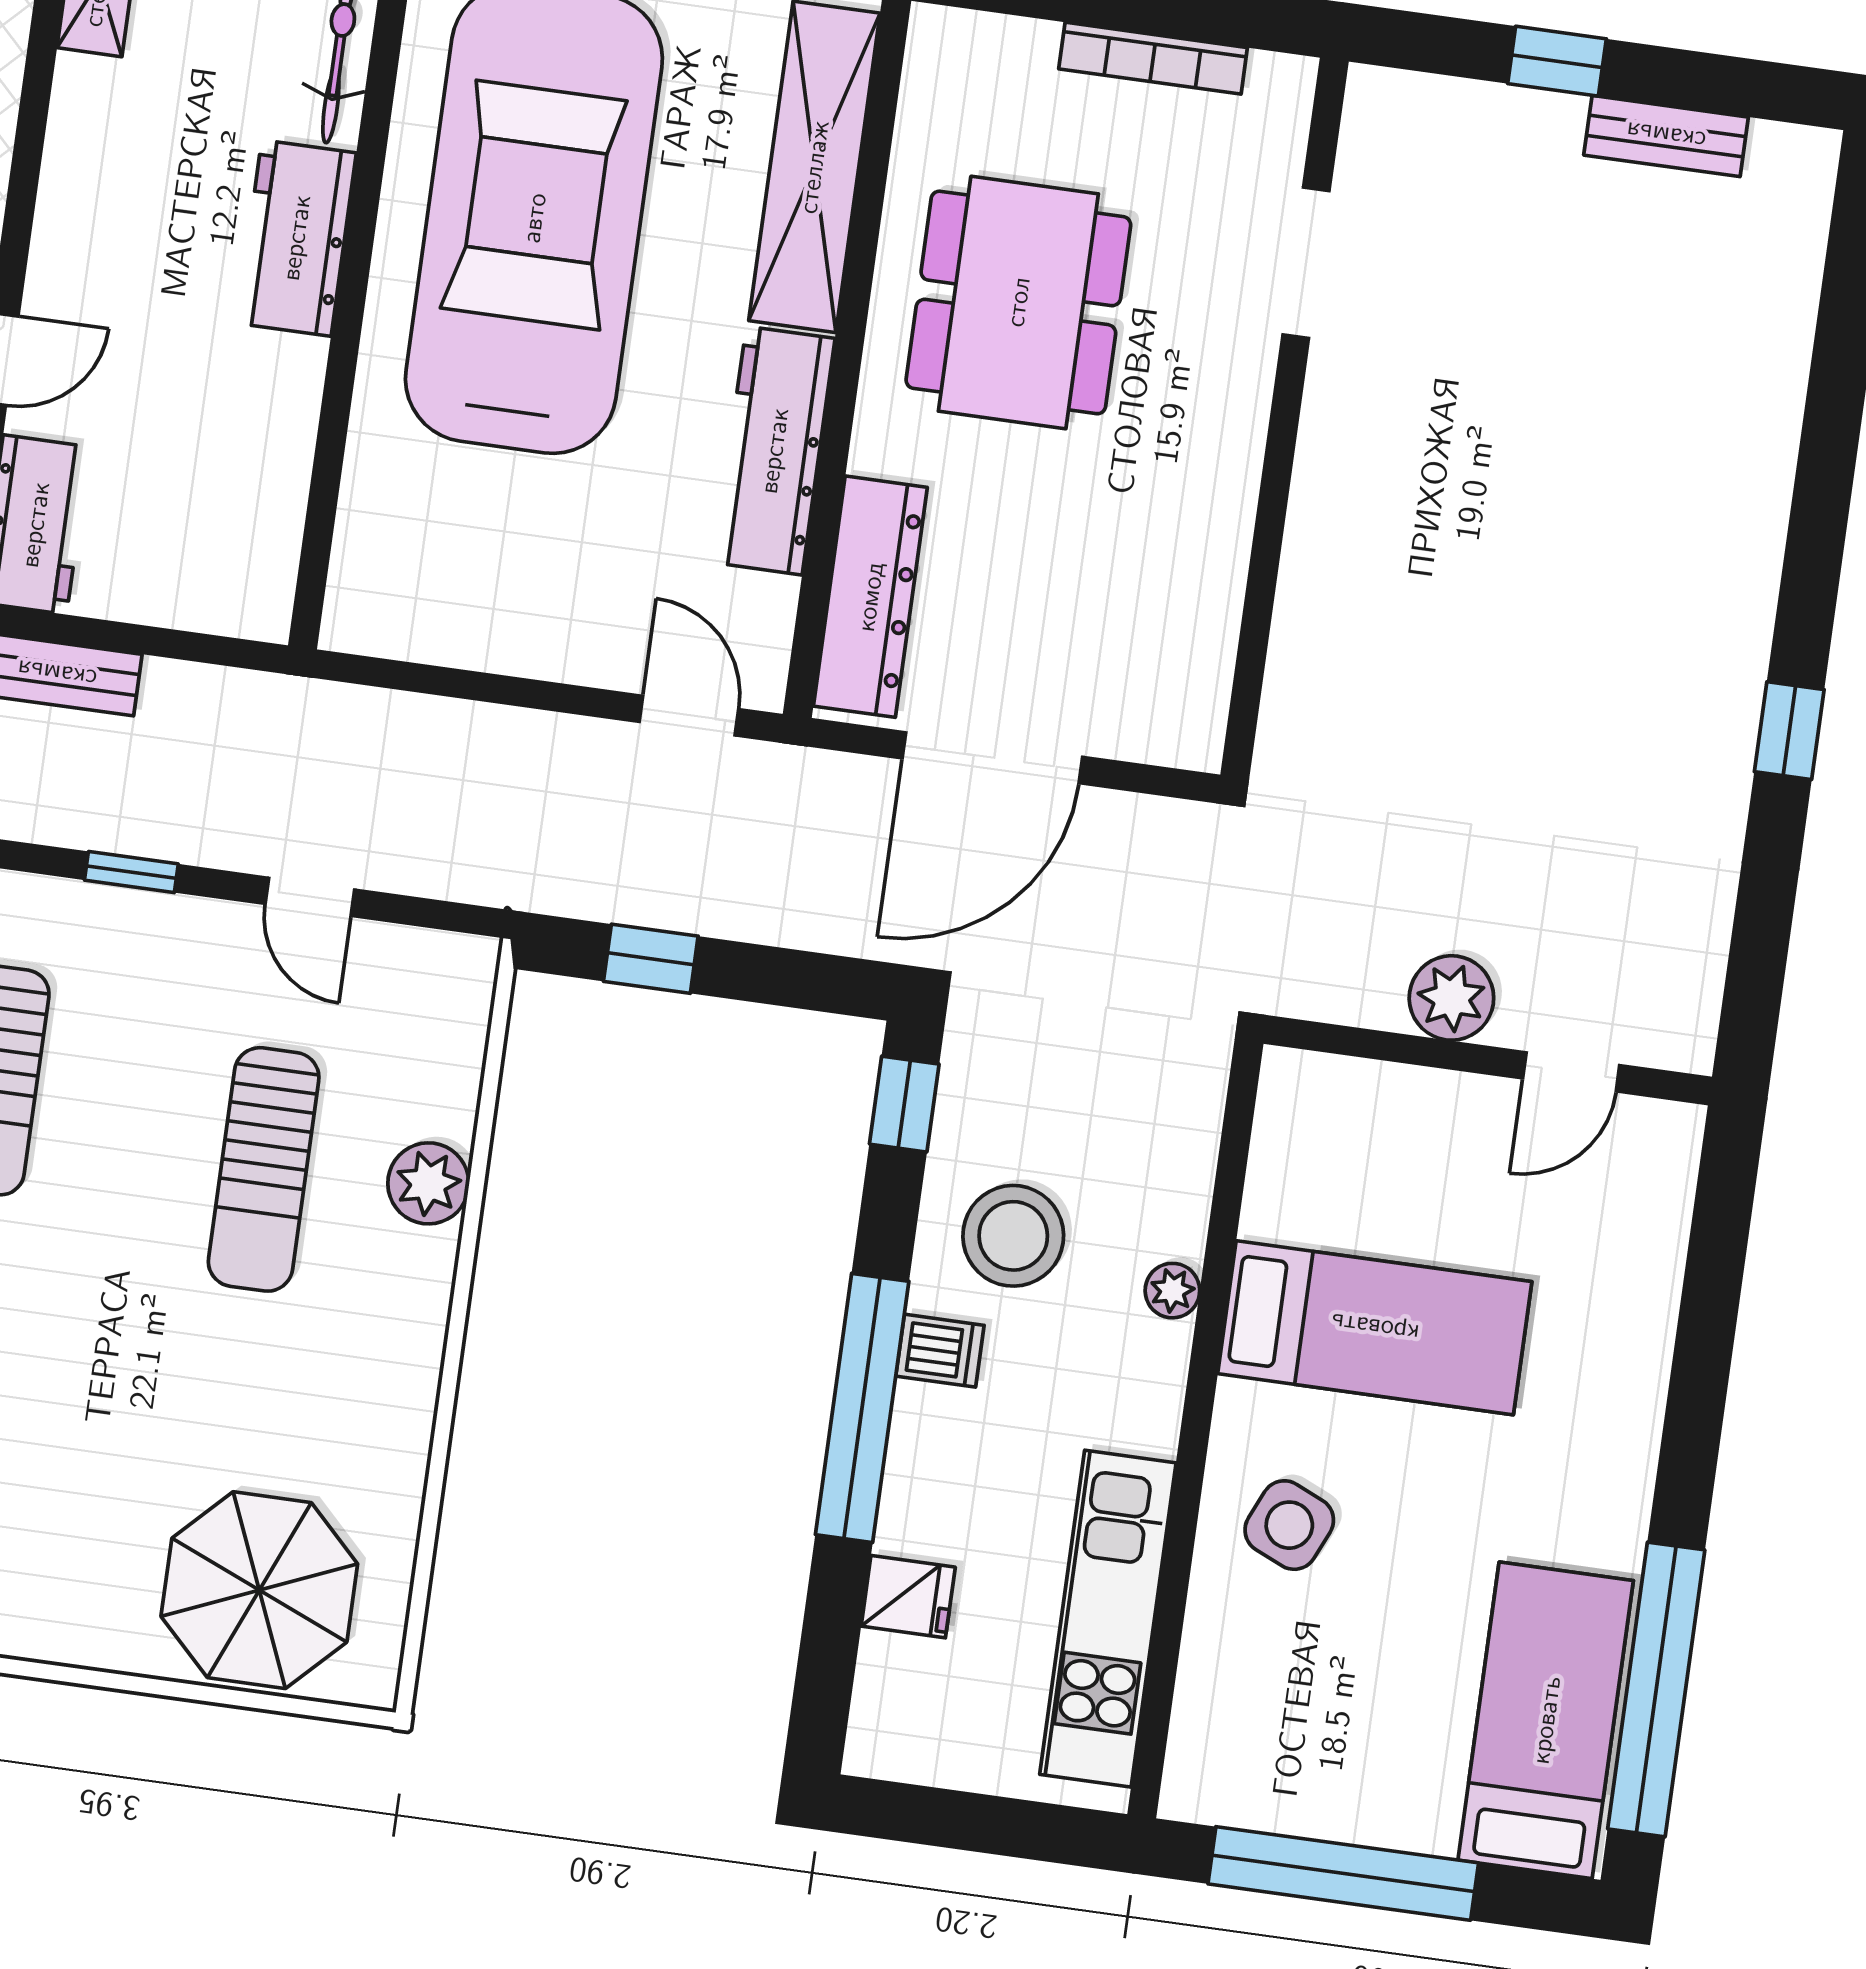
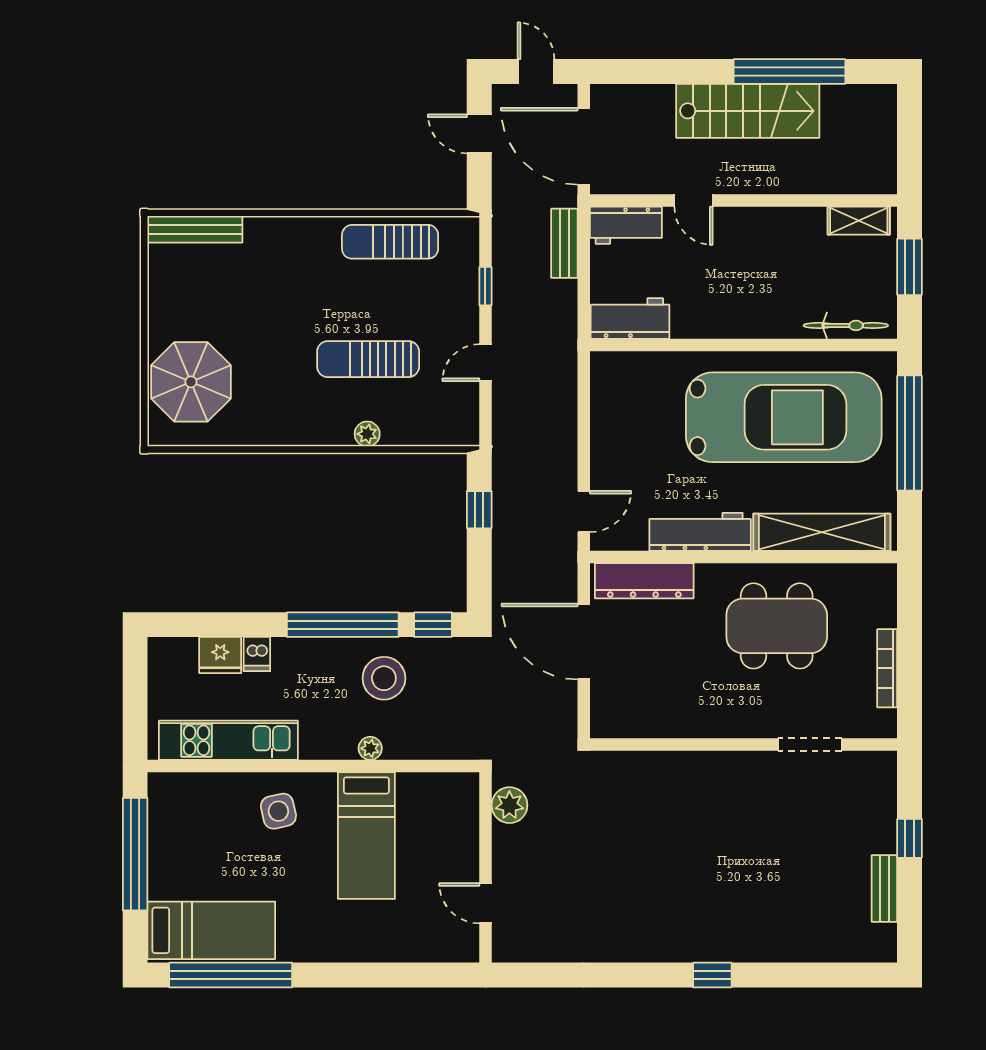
workbench: (296, 238) -> (630, 319), moved
window: (1789, 731) -> (712, 975), moved
plant: (1451, 998) -> (509, 805), moved
plant: (428, 1183) -> (367, 434), width x0.73, depth x0.73
dishwasher: (940, 1351) -> (257, 654), moved
window: (862, 1408) -> (343, 625), moved
side table: (1289, 1525) -> (278, 811), turned -37
fridge: (908, 1597) -> (220, 655), width x1.38

